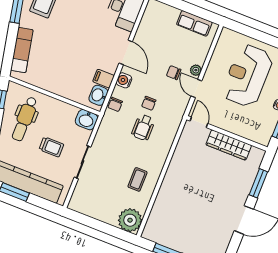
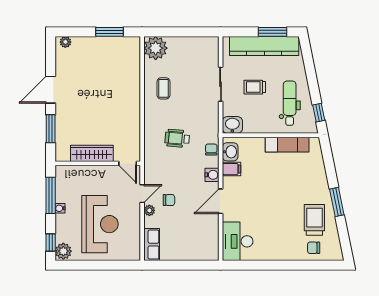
row of seats: (194, 23) -> (152, 245), moved, turned 90
exam couch: (22, 50) -> (287, 145), moved, turned -79
door: (126, 52) -> (221, 201), hinge flipped
door: (196, 89) -> (142, 194), hinge flipped
chair: (149, 103) -> (181, 163), removed
wheelchair: (143, 127) -> (177, 138), turned -85

